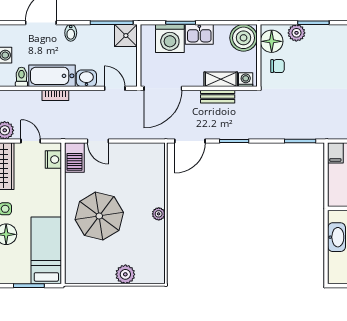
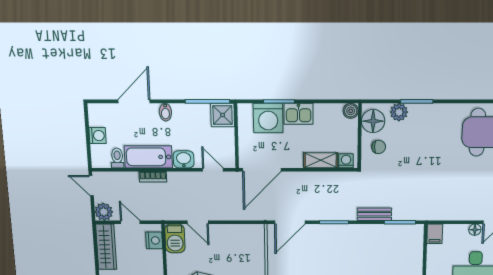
boiler: (244, 38) -> (351, 111), width x0.54, depth x0.54
bench: (218, 97) -> (374, 214), moved

